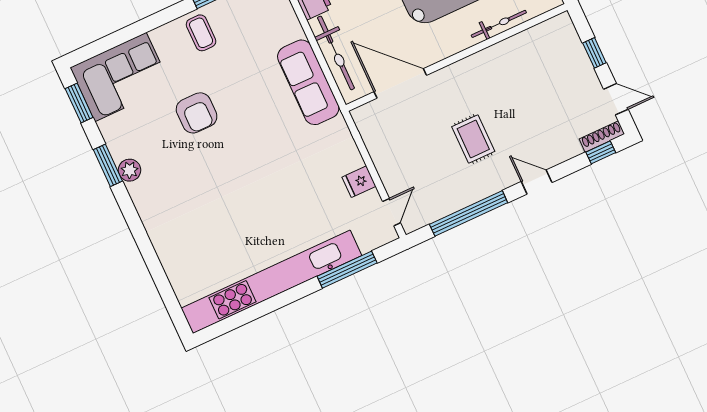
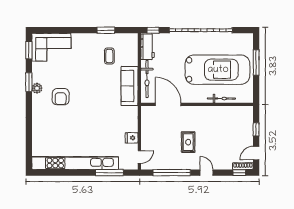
coffee table: (201, 33) -> (109, 56), moved
door: (616, 99) -> (256, 153), swing flipped
armchair: (197, 113) -> (61, 97), moved

